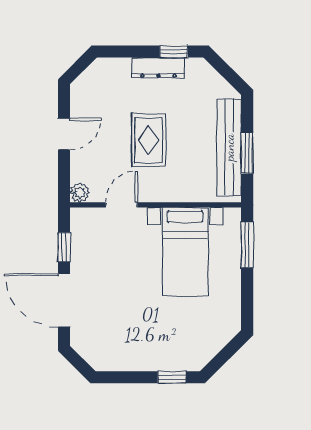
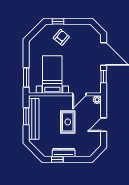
armchair: (164, 340) -> (61, 37), added

